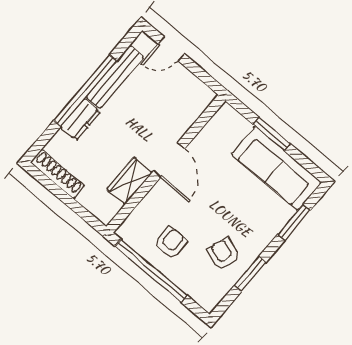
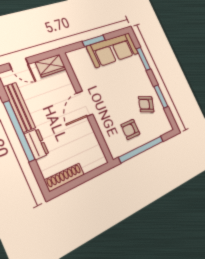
door: (171, 49) -> (19, 64), hinge flipped
door: (169, 160) -> (85, 104), swing flipped
wardrobe: (130, 181) -> (51, 66), moved, turned -90
armchair: (171, 243) -> (130, 129), turned -90

